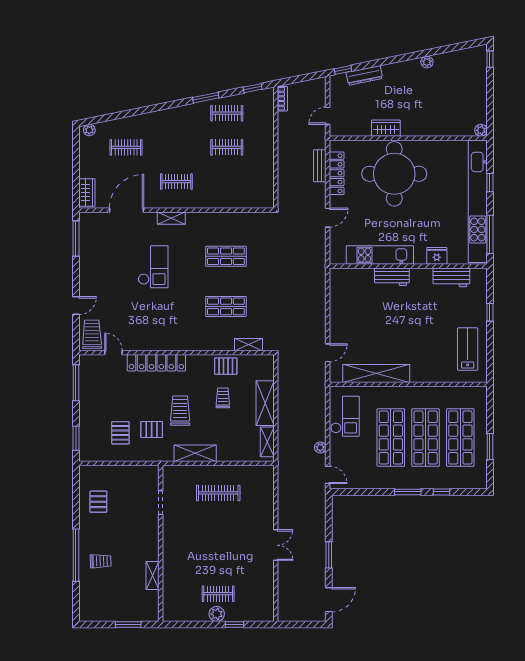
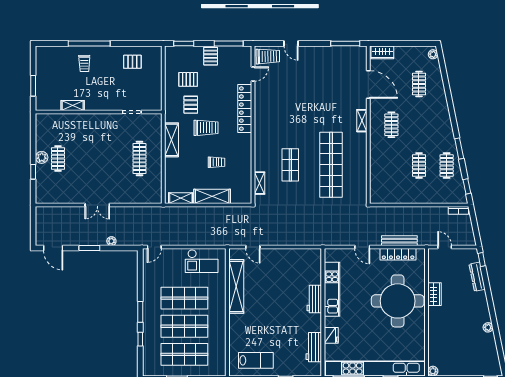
bench: (320, 166) -> (399, 241), width x1.36
shop shelf: (226, 256) -> (331, 165), width x2.00, depth x1.36
checkout: (153, 267) -> (322, 106), removed
pallet: (226, 366) -> (211, 56), moved
plant: (320, 448) -> (111, 241), moved

